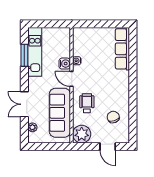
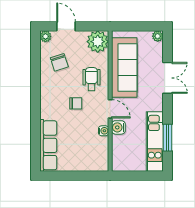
chair: (100, 83) -> (76, 103), added
wheelchair: (87, 103) -> (91, 79), turned 180
plant: (32, 127) -> (158, 36), moved
plant: (125, 138) -> (45, 36), added

